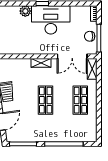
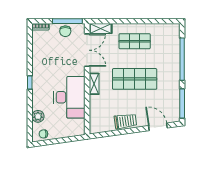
plant: (25, 11) -> (38, 116), moved
desk: (51, 20) -> (69, 97), moved, turned 180
shop shelf: (46, 100) -> (135, 79), width x1.43, depth x1.36

